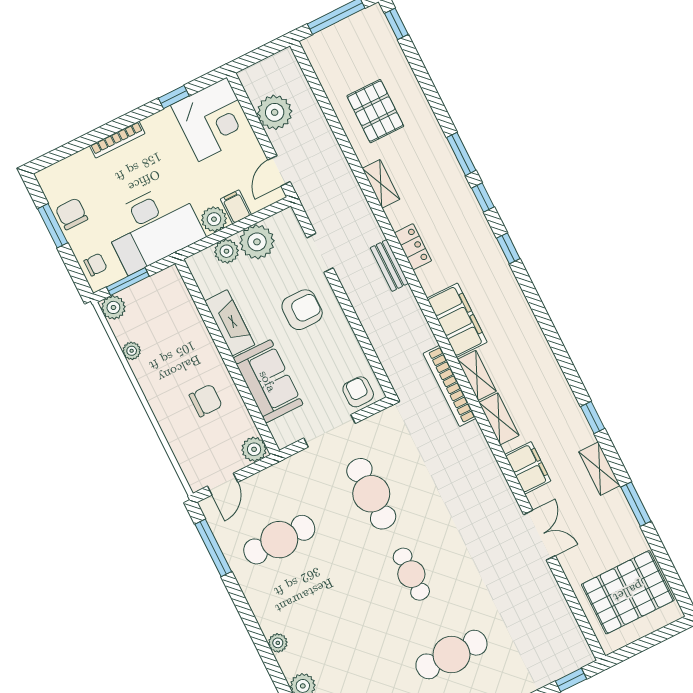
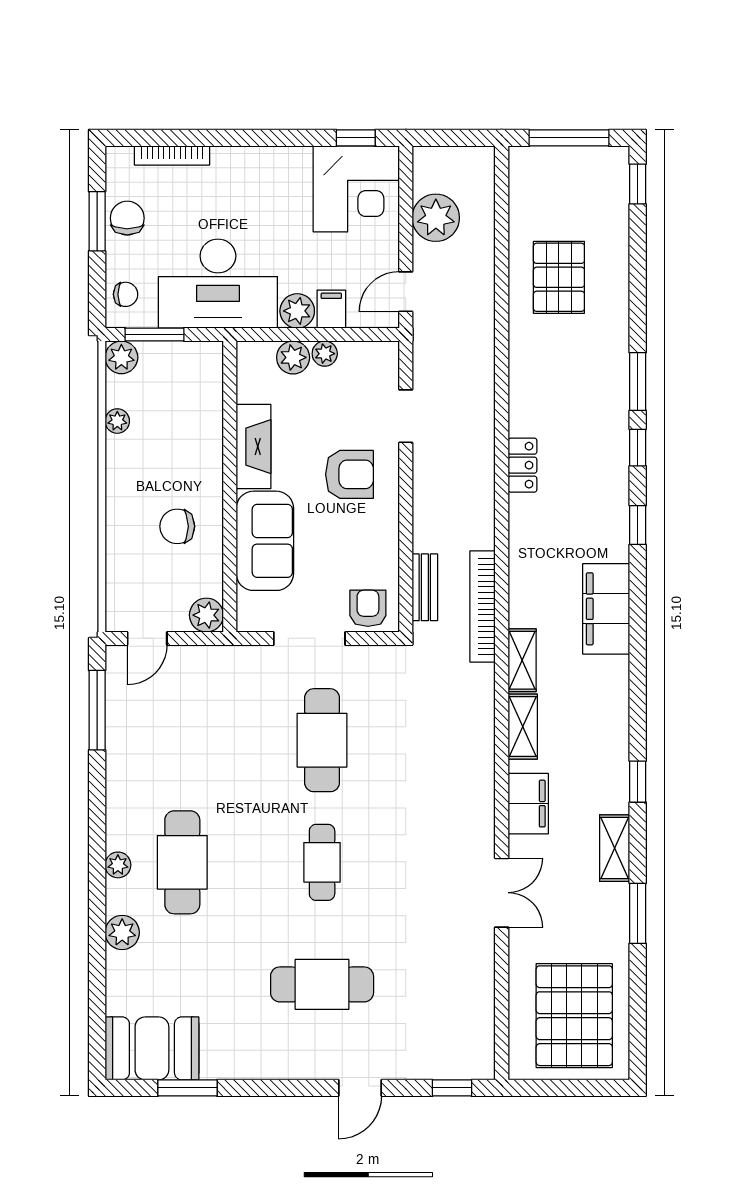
window: (174, 97) -> (356, 138), moved
bookcase: (117, 140) -> (172, 155), moved
shelving: (381, 184) -> (522, 369), removed
plant: (257, 242) -> (325, 354), width x0.53, depth x0.53
bench: (389, 265) -> (425, 587), moved
filing cabinet: (457, 320) -> (606, 609), moved, turned 180
bookcase: (450, 386) -> (483, 606), moved
chair: (206, 400) -> (177, 526), turned 180
cafe table: (279, 540) -> (182, 862), moved, turned 90
pallet: (628, 592) -> (574, 1016), turned 90

